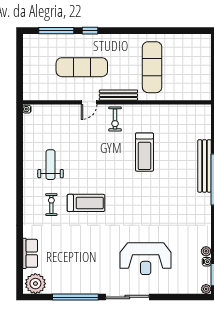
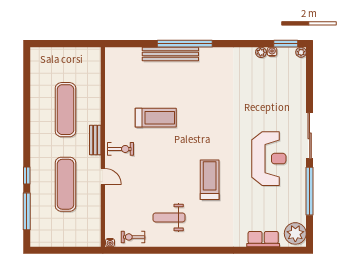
exercise mat: (152, 67) -> (66, 110), turned 90
bench: (118, 95) -> (95, 140), width x0.73
exercise bike: (51, 205) -> (133, 237), moved
reception desk: (146, 259) -> (269, 159), moved

